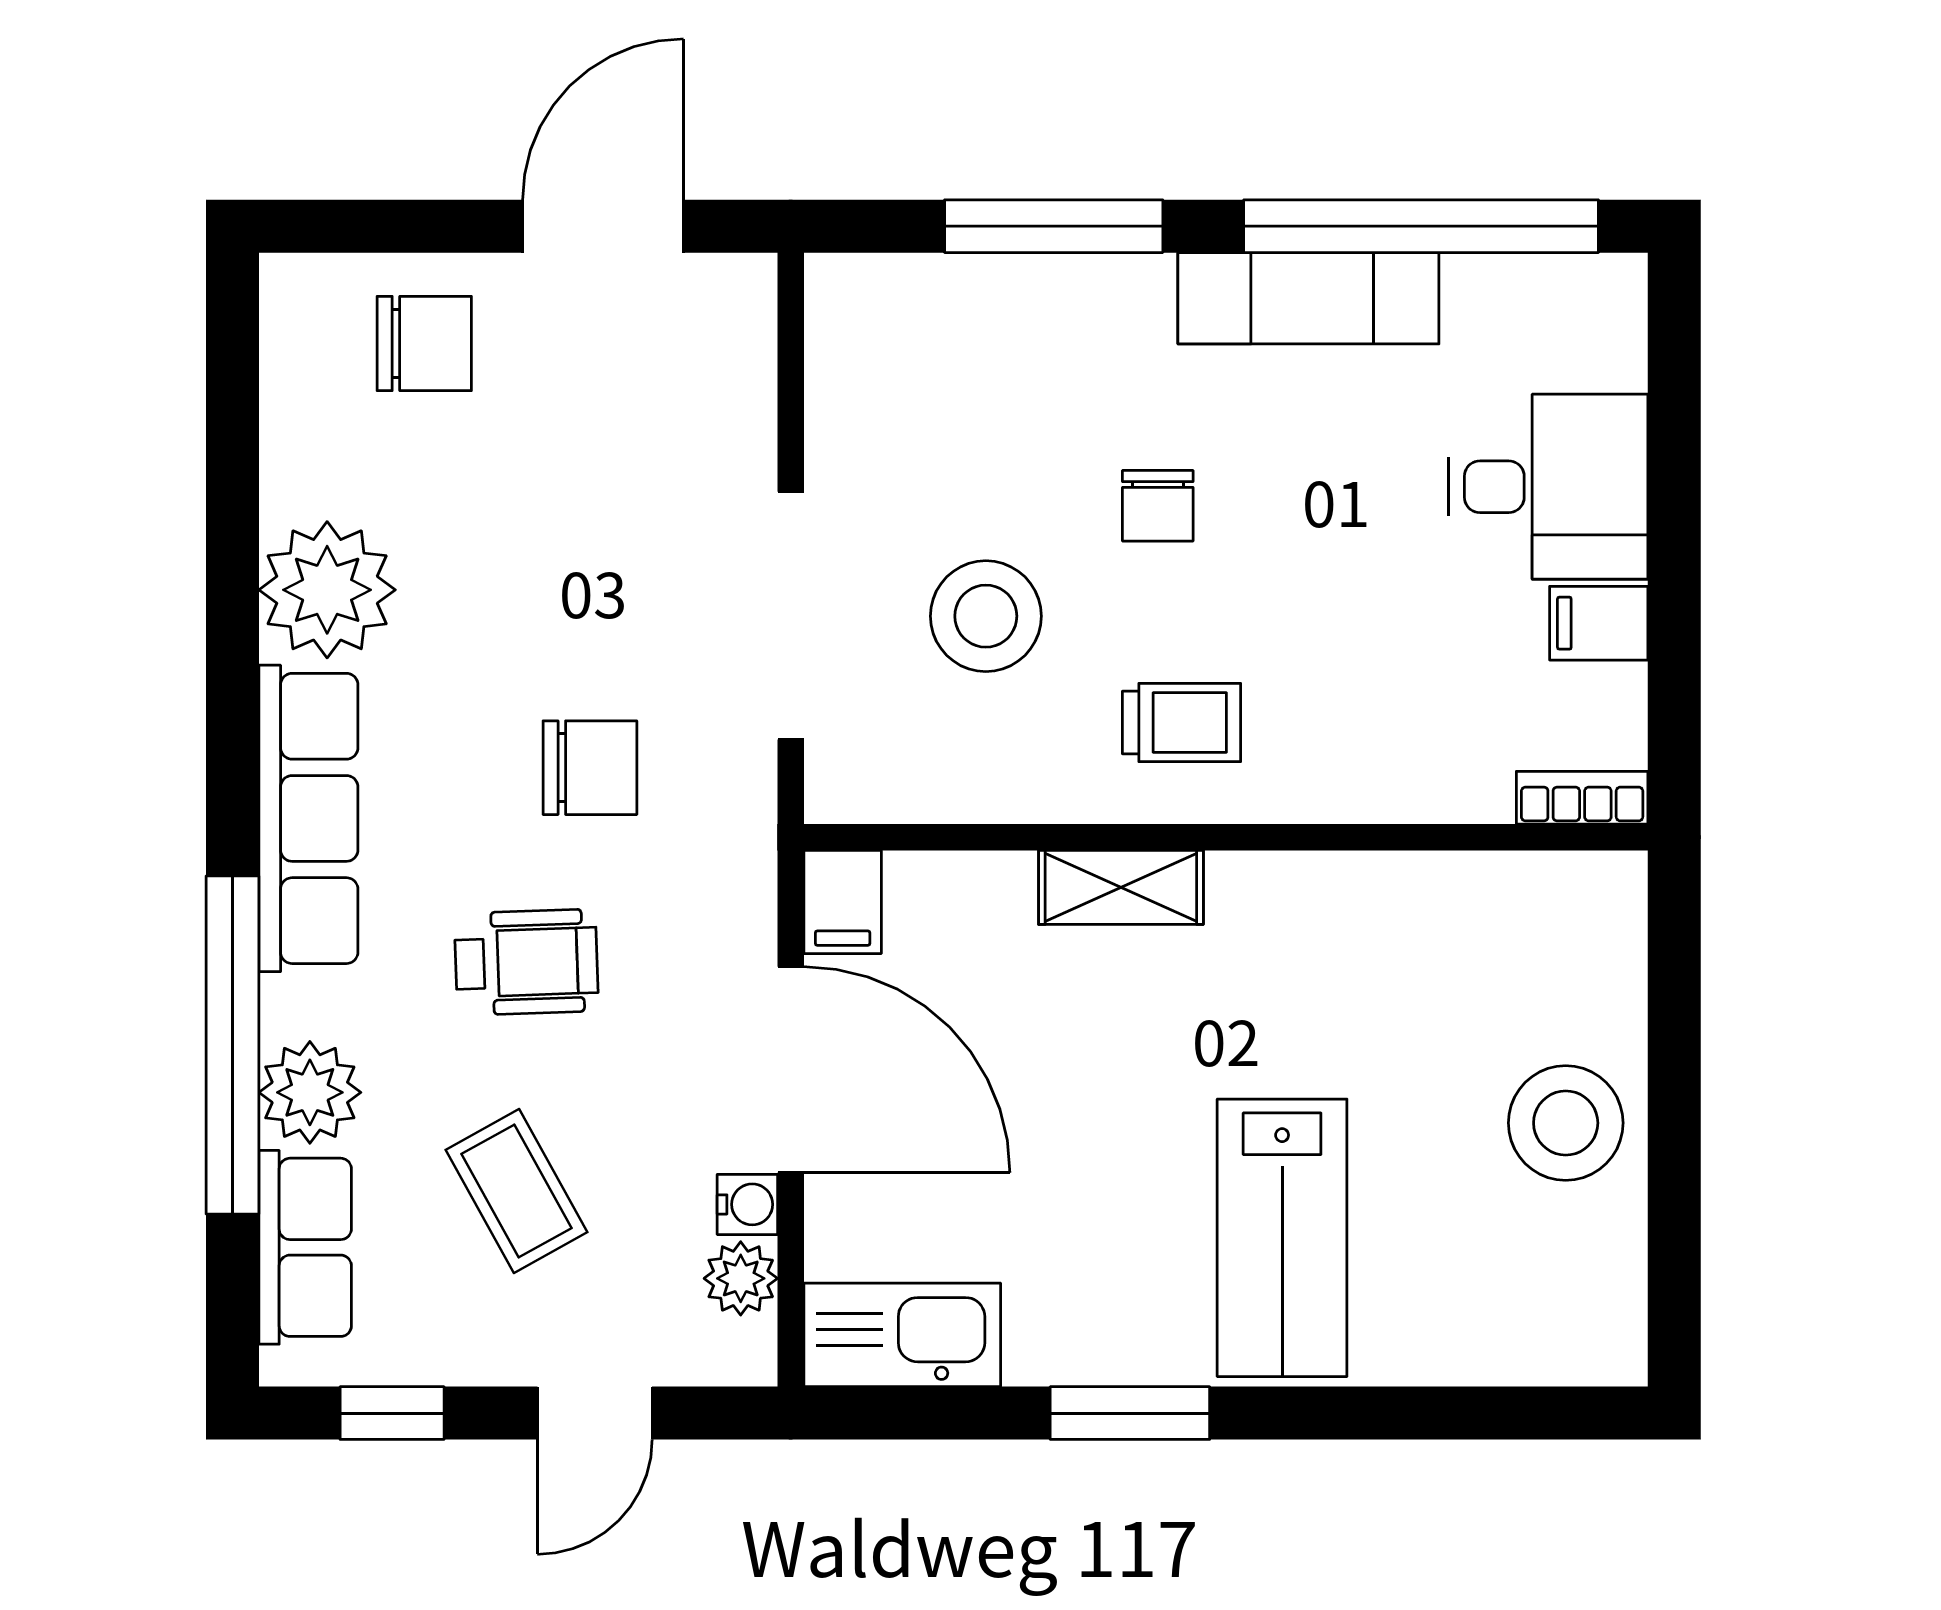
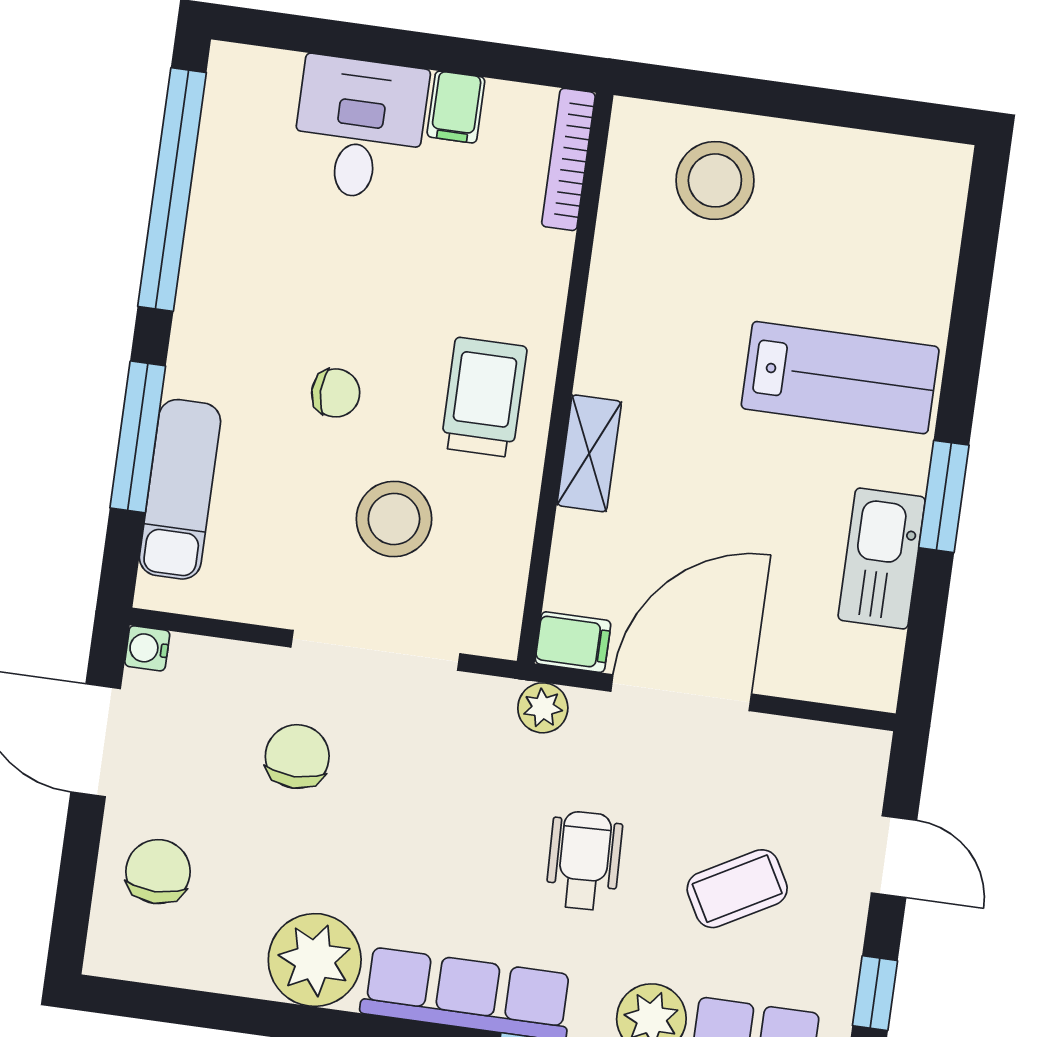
exam couch: (1308, 298) -> (180, 489), moved
trolley: (1181, 722) -> (484, 397), width x1.36, depth x1.39
chair: (590, 768) -> (297, 757), moved
bookcase: (1582, 798) -> (568, 159), width x1.56
stool: (1566, 1123) -> (715, 180), moved
water cooler: (747, 1204) -> (147, 648), moved, turned -90
plant: (741, 1278) -> (543, 708), moved
kitchen sink: (902, 1335) -> (882, 558), moved

